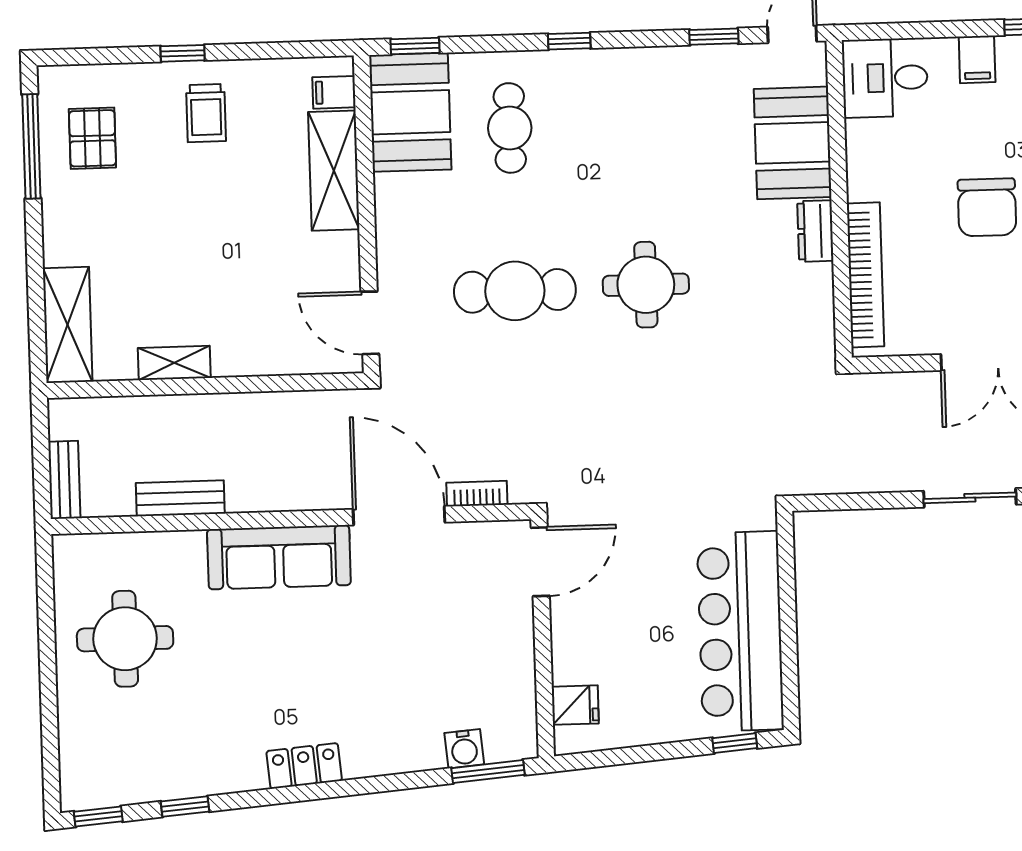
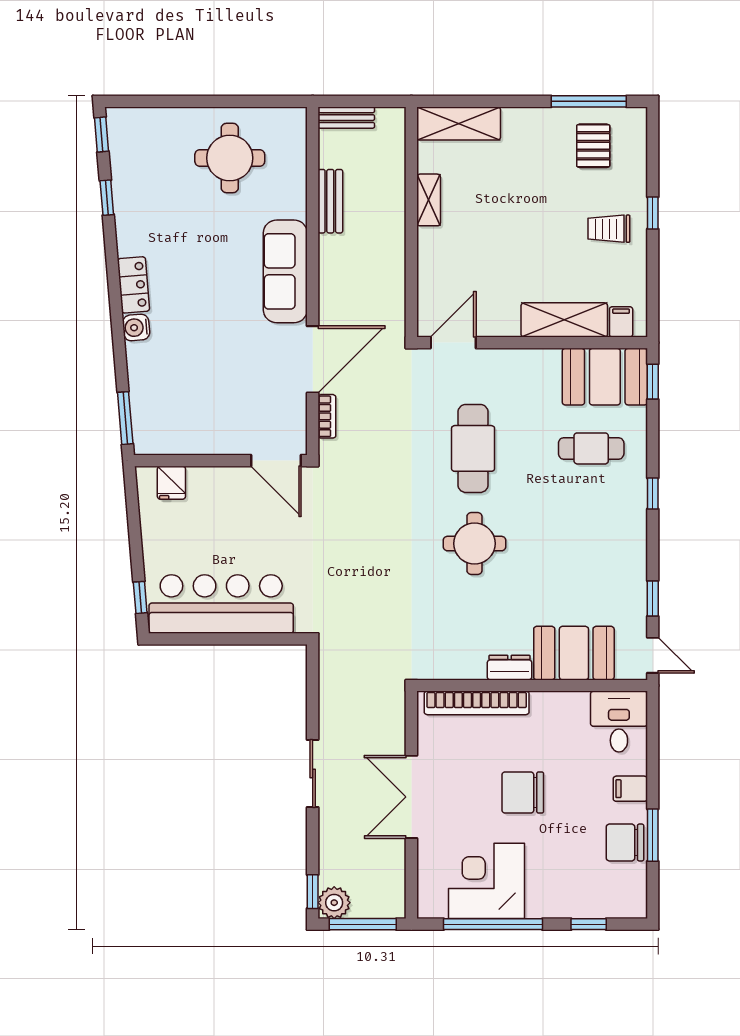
pallet: (92, 138) -> (593, 146), turned 90
water cooler: (464, 749) -> (136, 327), moved

